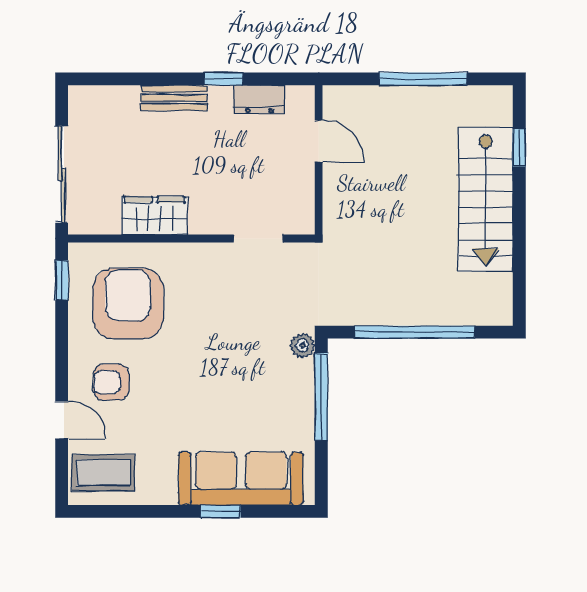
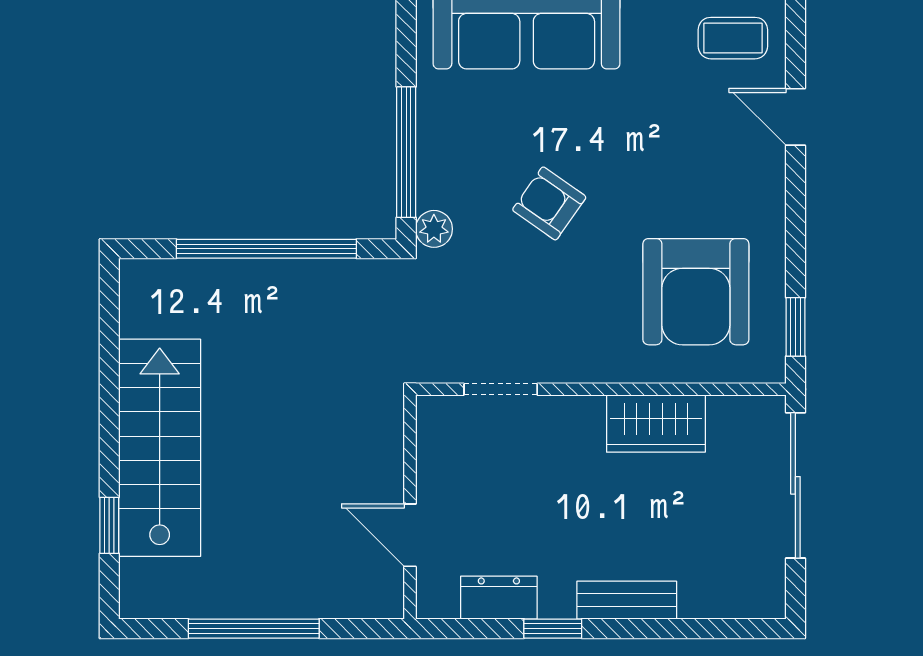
armchair: (111, 382) -> (549, 203), moved, turned -145
coffee table: (103, 473) -> (733, 38), width x0.73, depth x0.77

